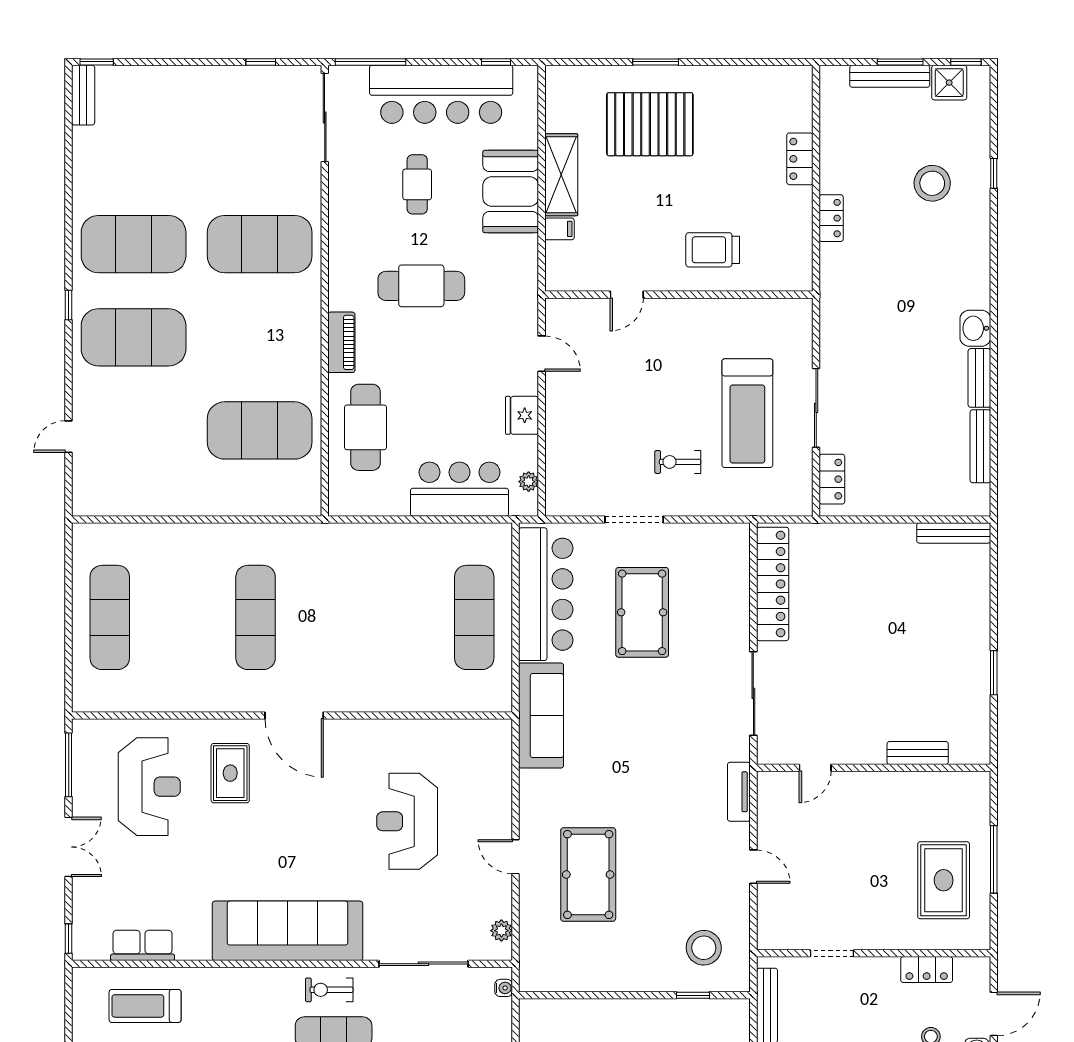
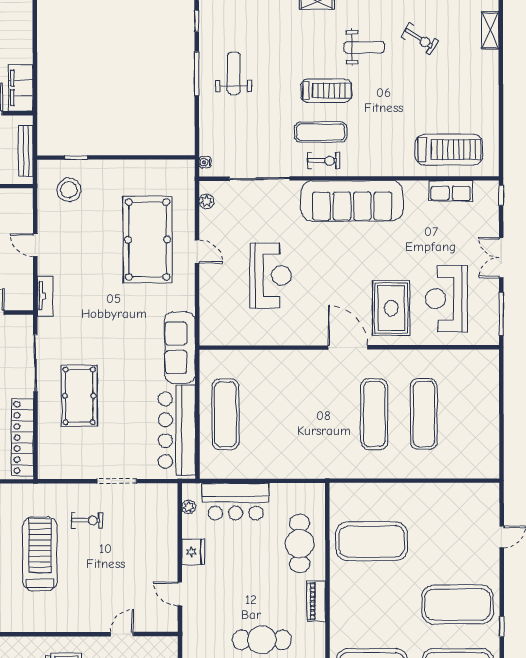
pool table: (642, 612) -> (79, 396), moved
exercise mat: (110, 617) -> (424, 414), moved
rug: (230, 773) -> (391, 308), width x1.36, depth x1.43
pool table: (588, 875) -> (148, 240), width x1.36, depth x1.32
treadmill: (145, 1006) -> (449, 150), width x1.37, depth x1.38

